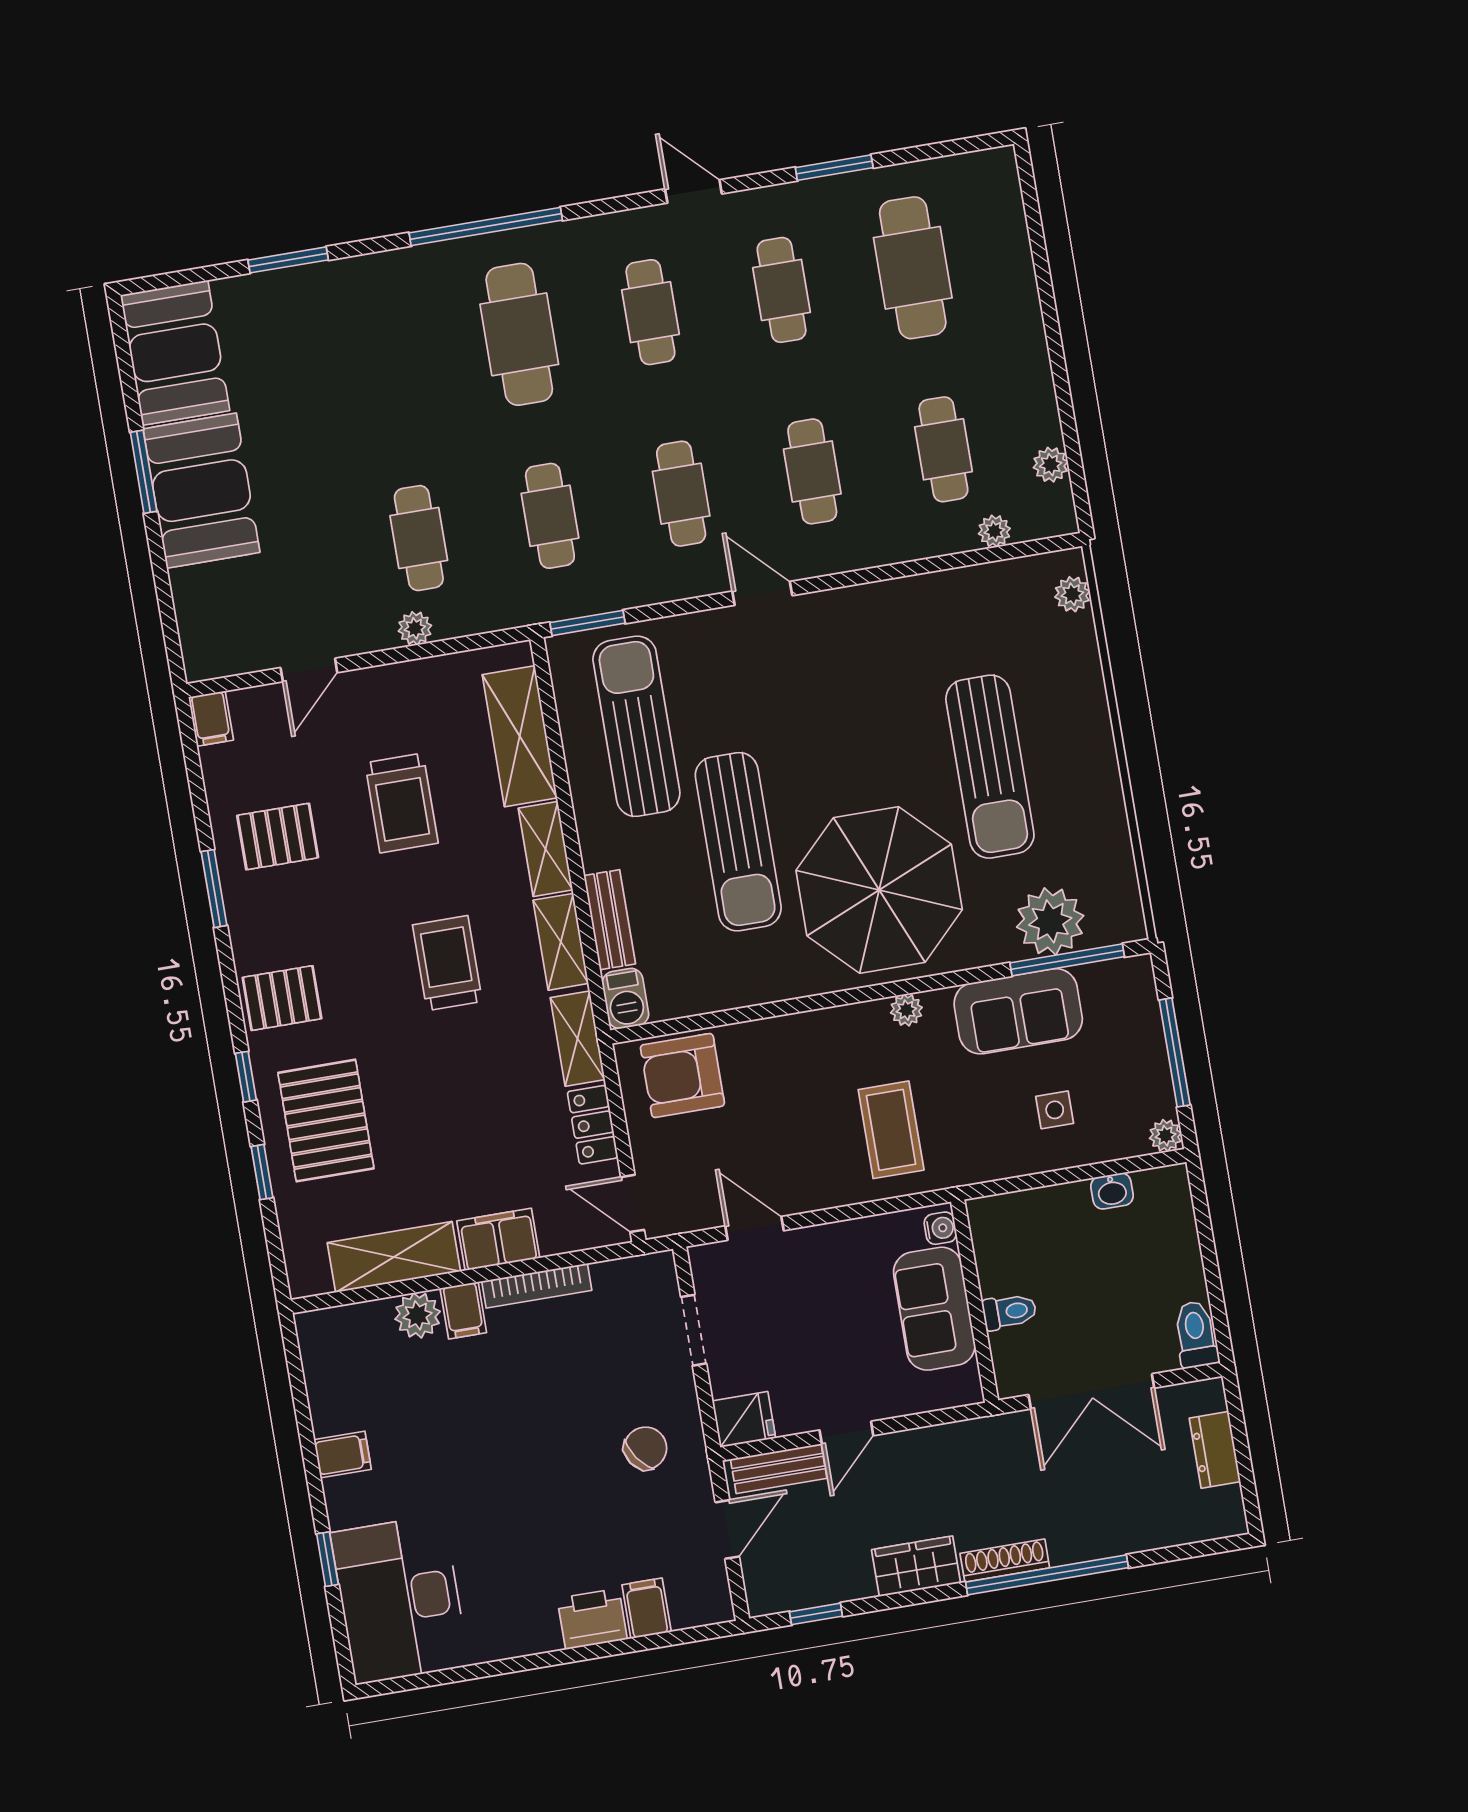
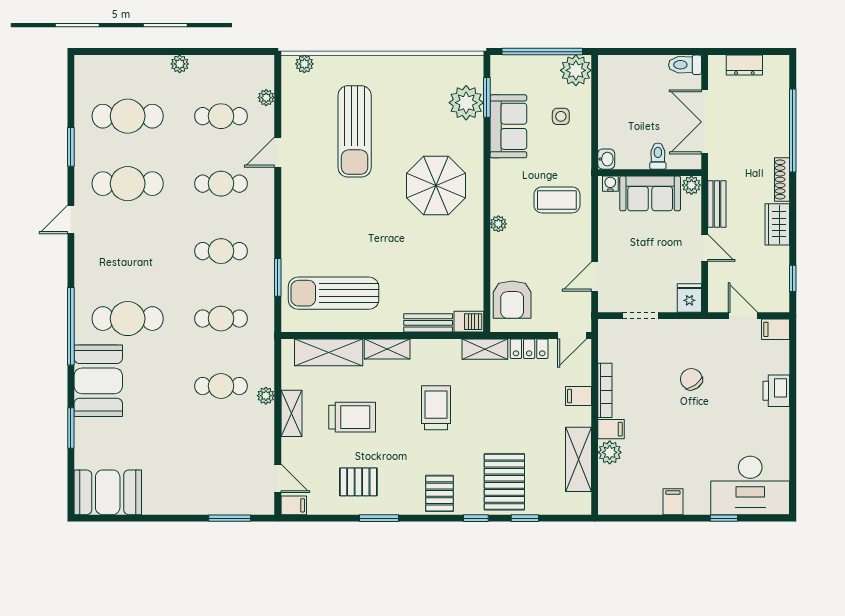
cafe table: (782, 290) -> (128, 184), width x1.37, depth x1.35
cafe table: (650, 312) -> (128, 251), removed
plant: (1051, 465) -> (180, 64), moved
window: (144, 472) -> (230, 518), moved
booth: (201, 491) -> (98, 381), moved, turned 90
door: (762, 593) -> (278, 152), moved
window: (588, 623) -> (278, 277), moved
door: (309, 670) -> (278, 478), moved
sun lounger: (990, 767) -> (355, 131), moved, turned 90
pallet: (278, 837) -> (358, 482), turned 90
sun lounger: (738, 842) -> (400, 252), removed
parasol: (879, 890) -> (436, 186), width x0.73, depth x0.73
shelving: (561, 942) -> (291, 413), moved, turned 90
window: (1067, 960) -> (487, 97), width x0.69
trolley: (447, 963) -> (436, 408), turned 90
plant: (906, 1010) -> (498, 224), moved
window: (1175, 1052) -> (542, 52), width x1.46
pallet: (326, 1121) -> (504, 482), turned 90
plant: (1165, 1136) -> (576, 70), width x1.88, depth x1.88
washbasin: (1112, 1191) -> (606, 159), moved
filing cabinet: (498, 1239) -> (579, 396), width x0.50
plant: (964, 1386) -> (691, 185), added
double door: (1091, 1391) -> (705, 122), swing flipped
chair: (645, 1448) -> (691, 379), moved
bench: (779, 1469) -> (717, 204), moved
window: (1047, 1575) -> (793, 130), moved
filing cabinet: (647, 1608) -> (776, 329), moved

